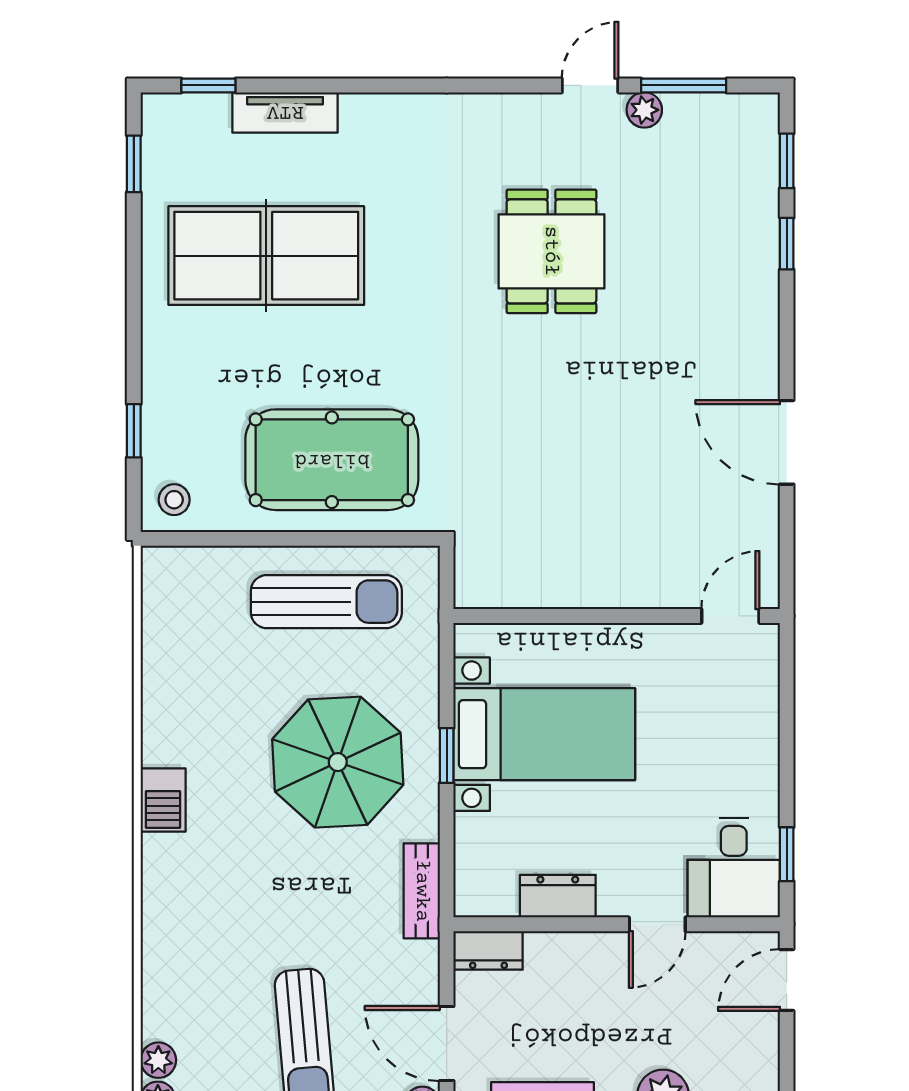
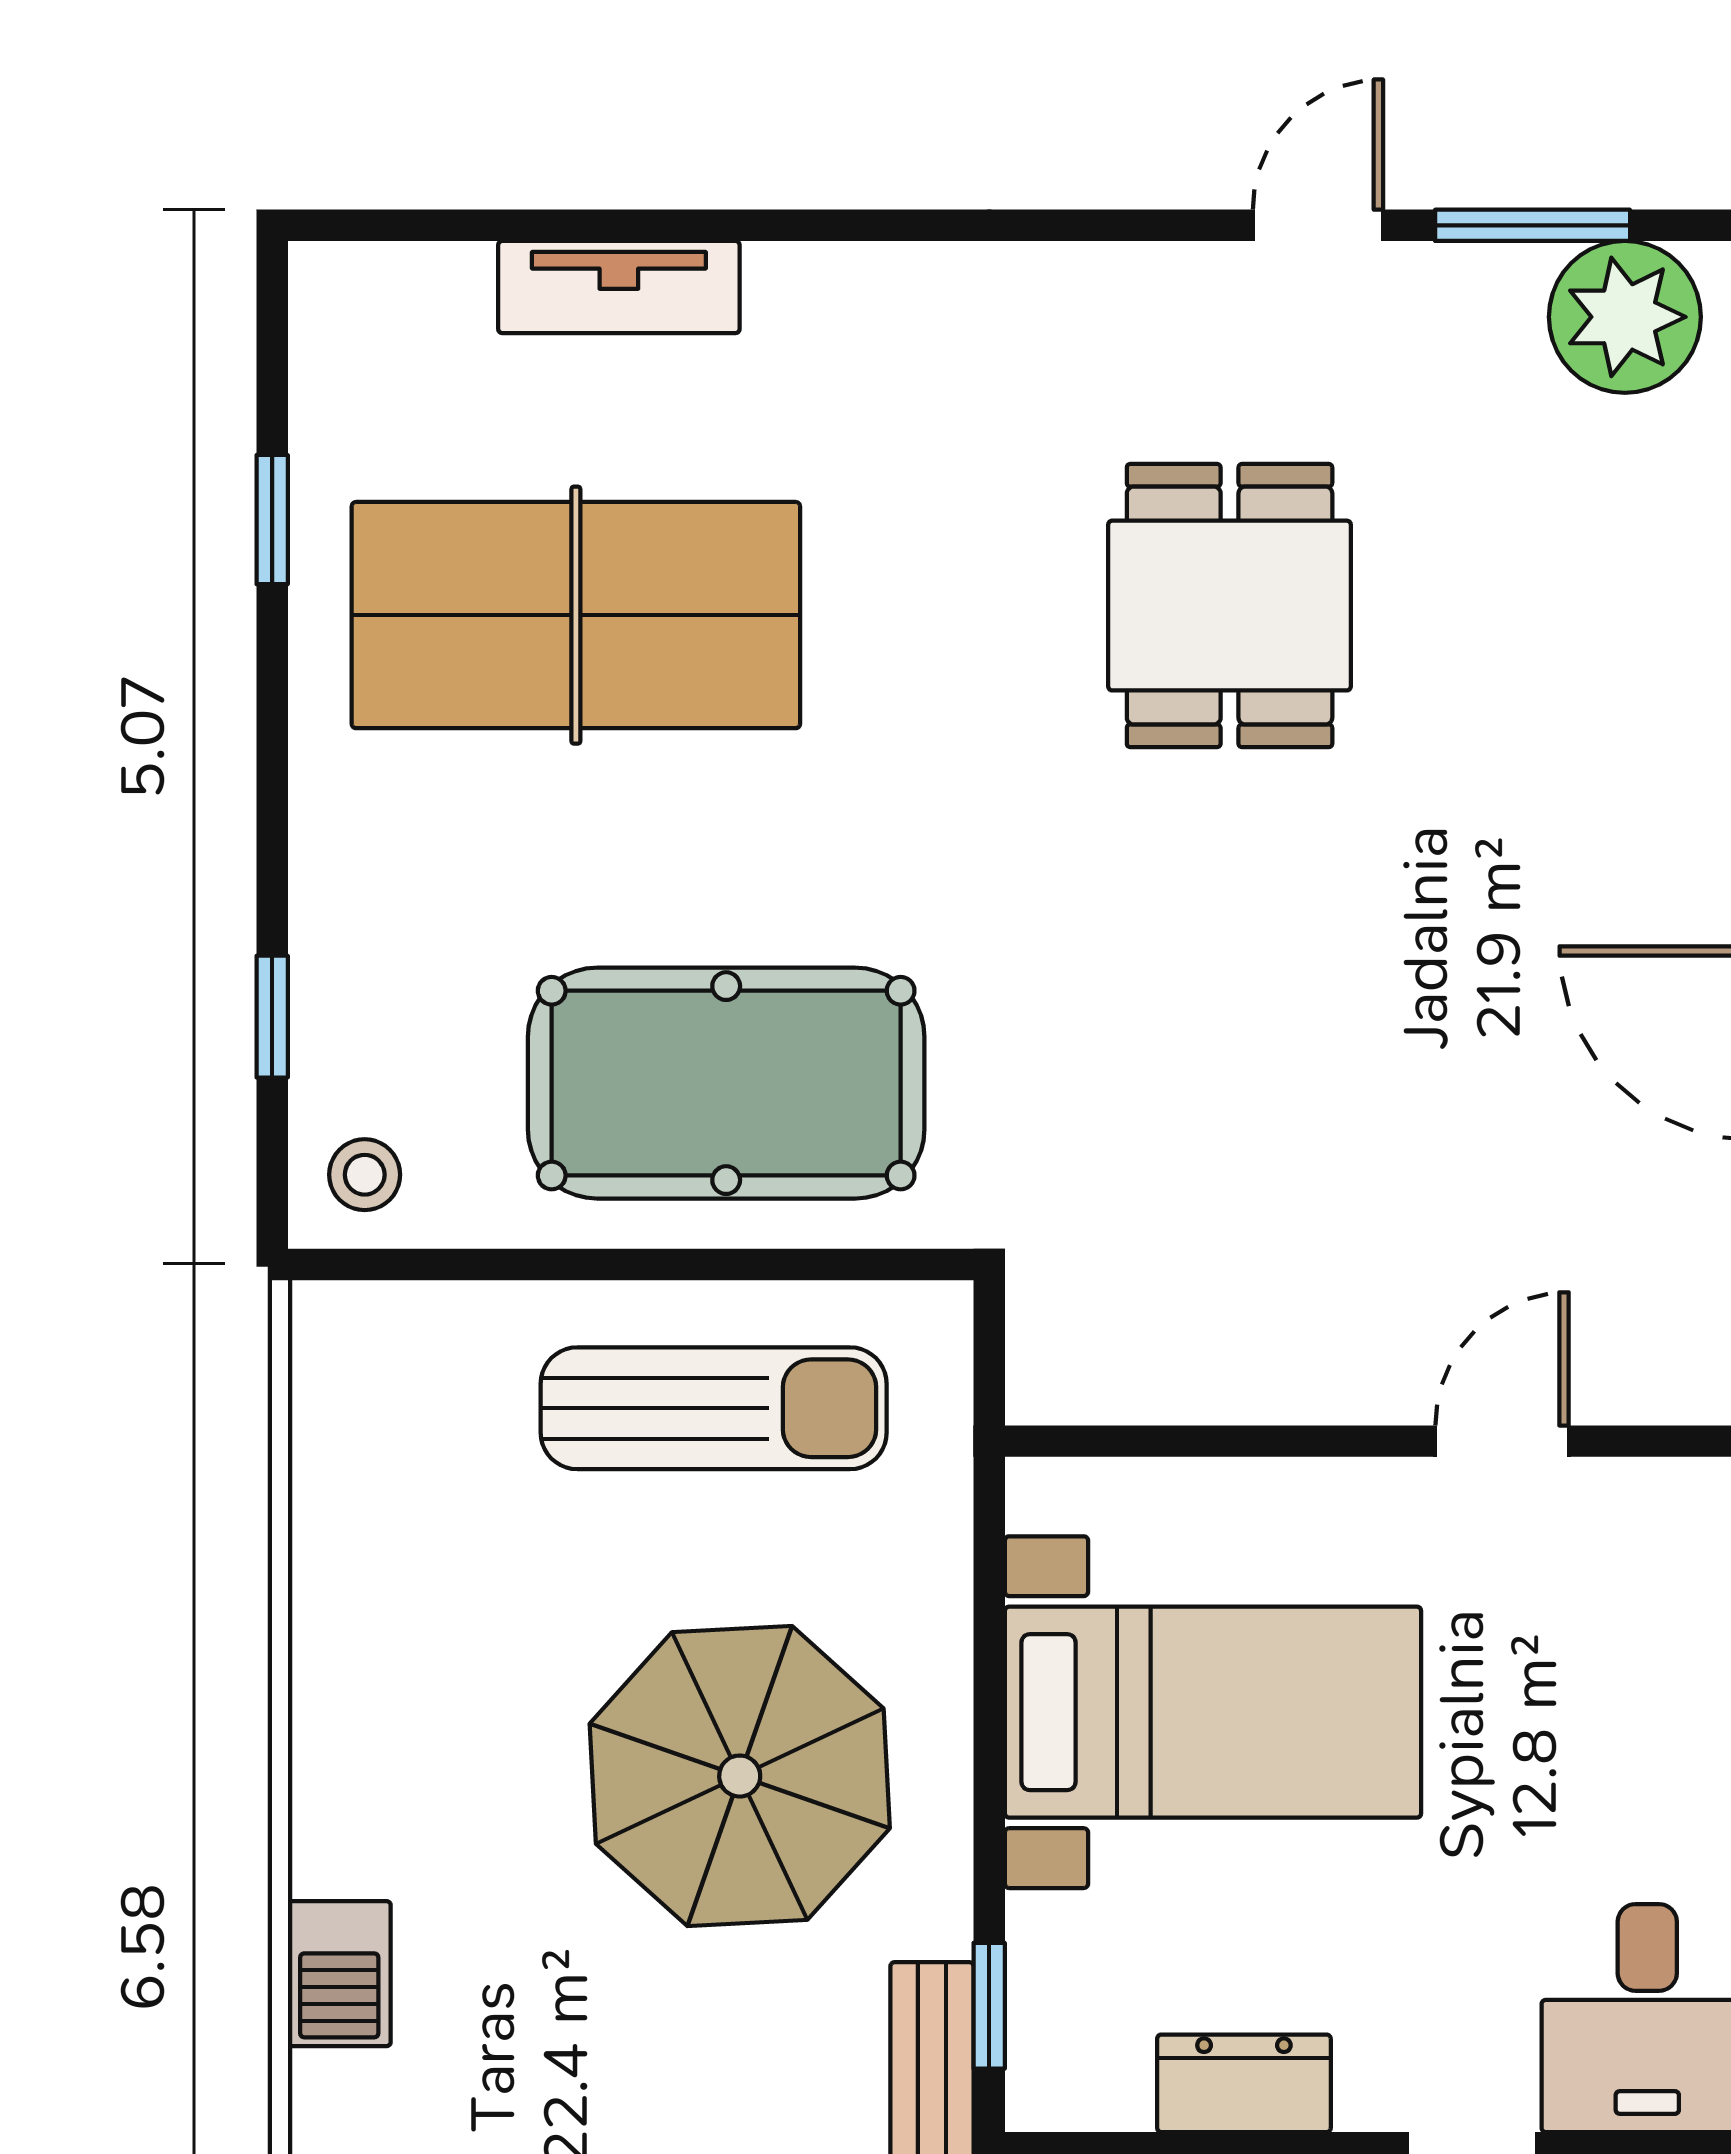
window: (208, 85) -> (443, 225), removed
plant: (644, 110) -> (1625, 317), moved, width x1.88, depth x1.88
window: (134, 164) -> (272, 520), moved
door: (730, 616) -> (1502, 1441), moved
window: (447, 756) -> (989, 2006), moved
barbecue: (163, 800) -> (339, 1974), moved

